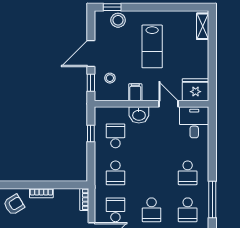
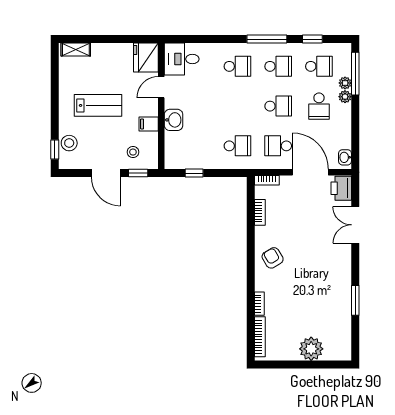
school desk: (115, 136) -> (197, 146), removed
bookcase: (41, 193) -> (260, 212), moved

